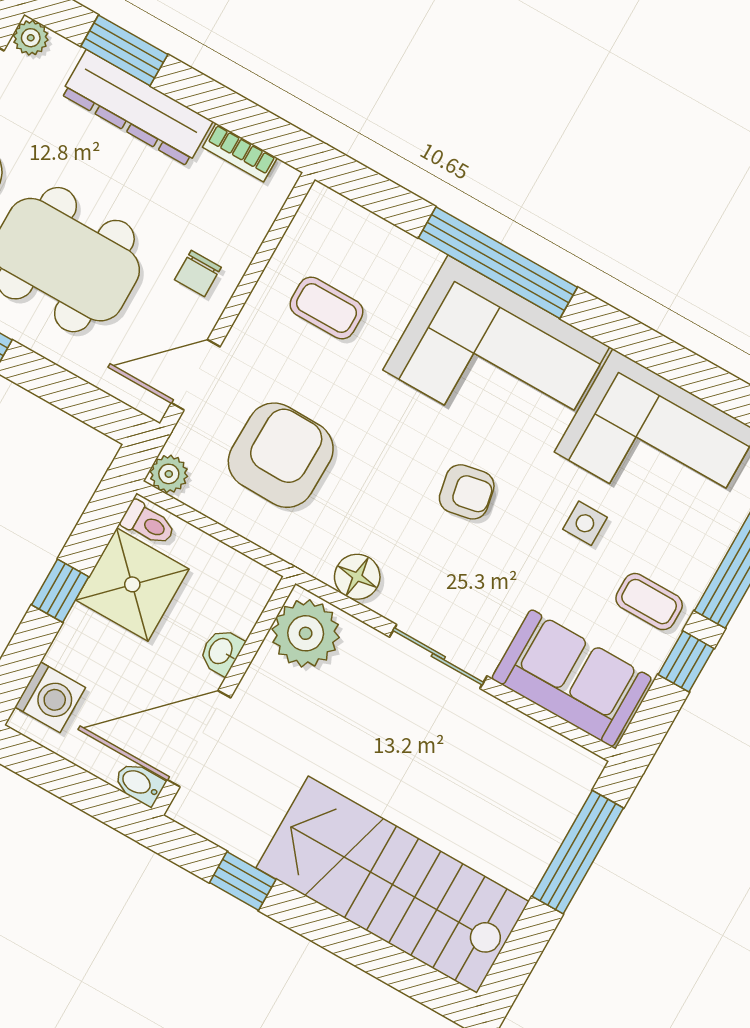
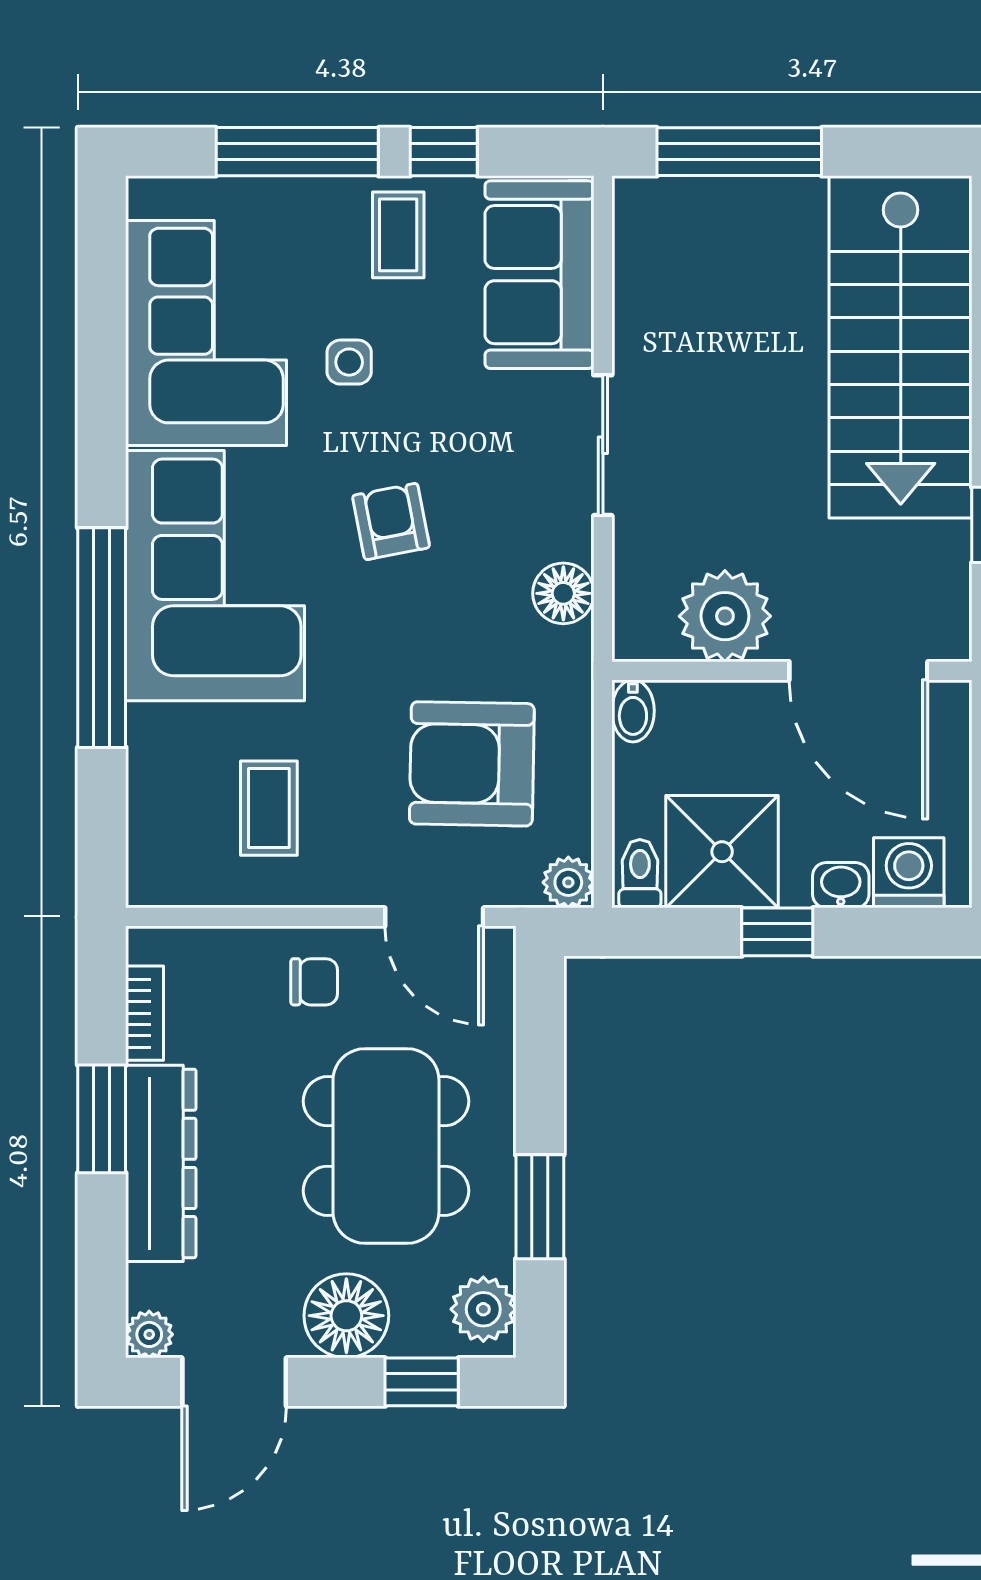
window: (124, 50) -> (102, 1119), moved
plant: (306, 633) -> (725, 616), moved
washbasin: (221, 652) -> (841, 885), moved, turned 180
bidet: (139, 784) -> (633, 711), moved

